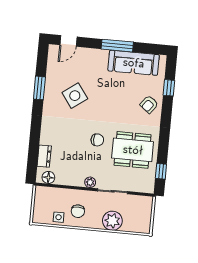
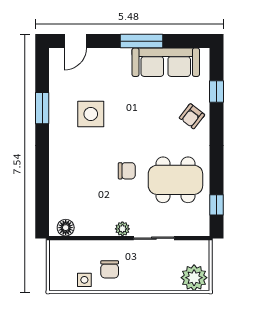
side table: (75, 96) -> (91, 114), turned 36
dresser: (44, 156) -> (57, 199), removed
plant: (112, 221) -> (194, 278), moved

